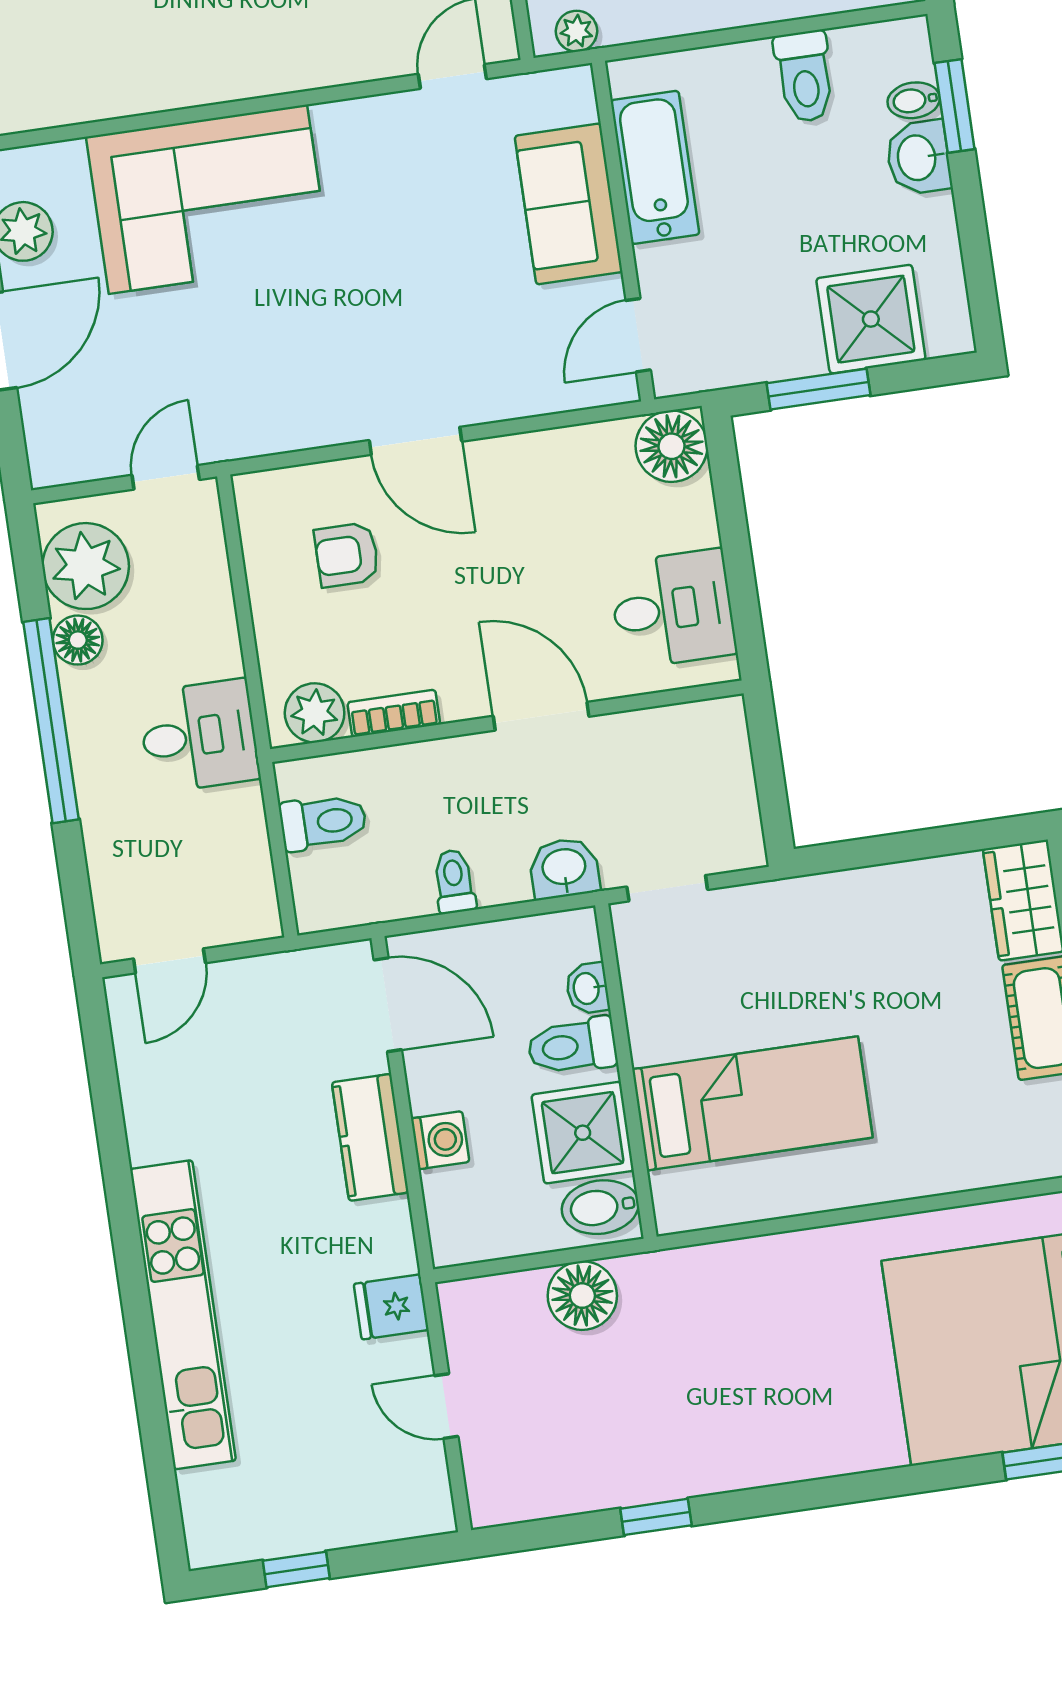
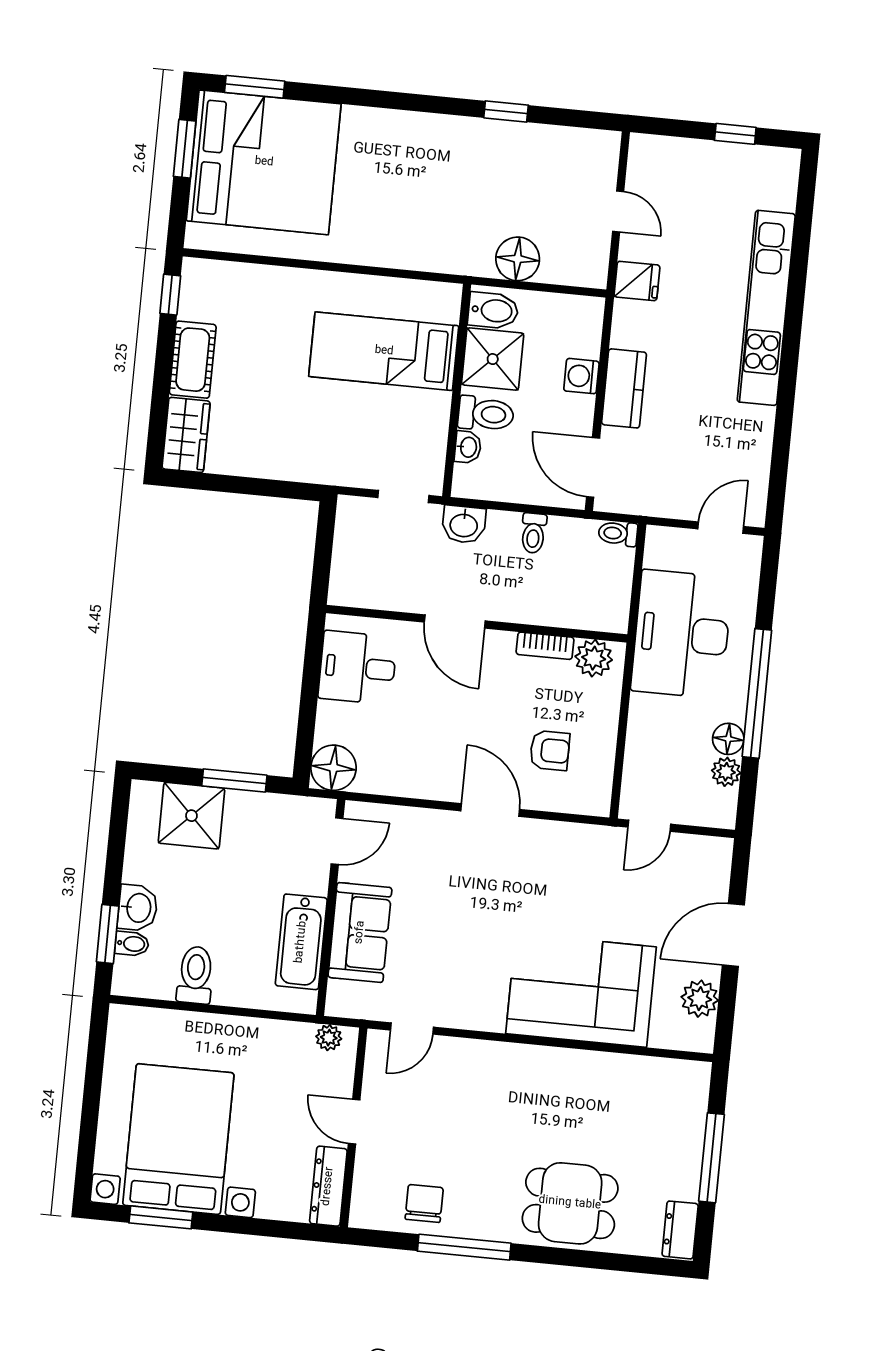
plant: (86, 566) -> (726, 772), width x0.53, depth x0.53
desk: (199, 736) -> (682, 634), width x1.87, depth x1.30
toilet: (323, 822) -> (618, 534), moved, width x0.73, depth x0.72

